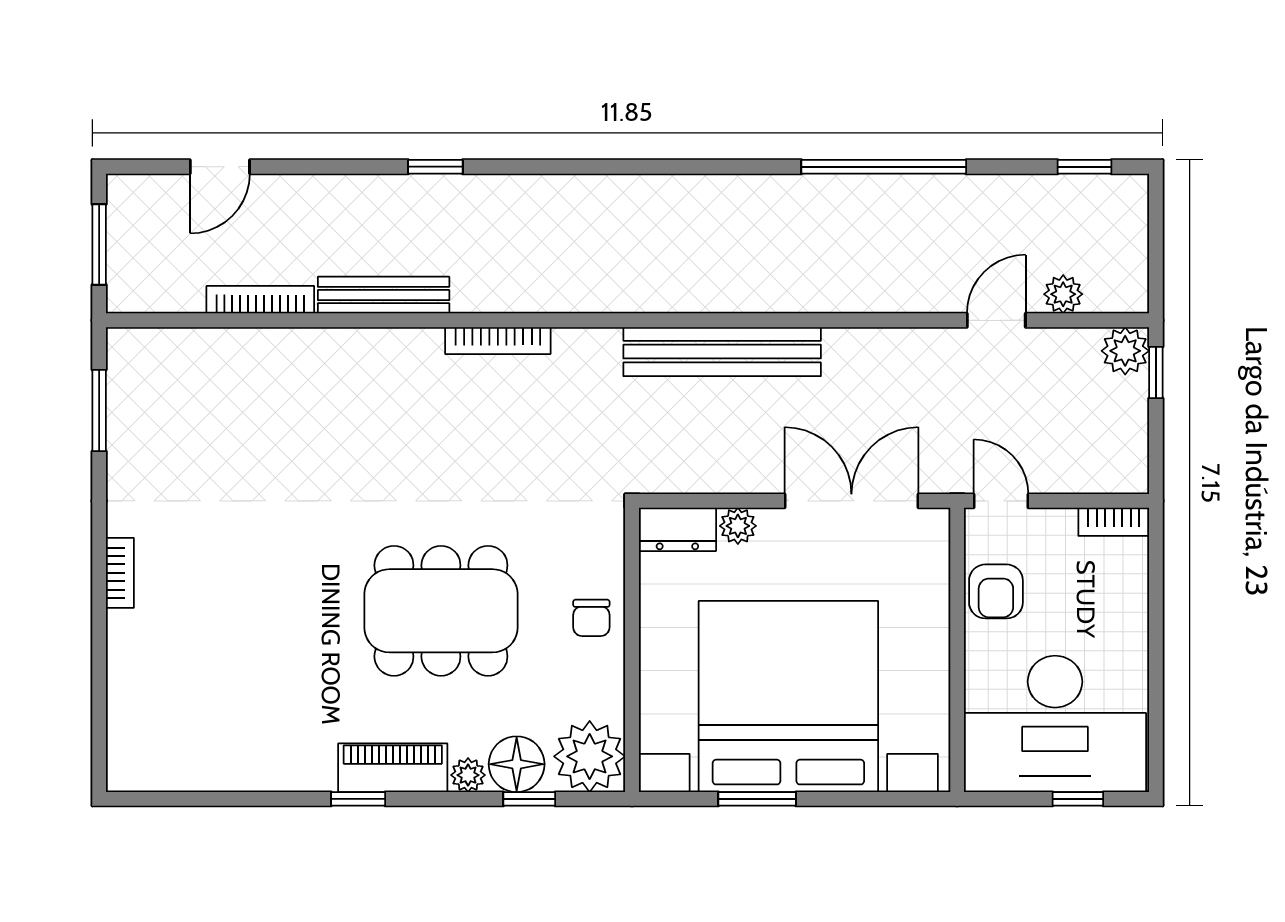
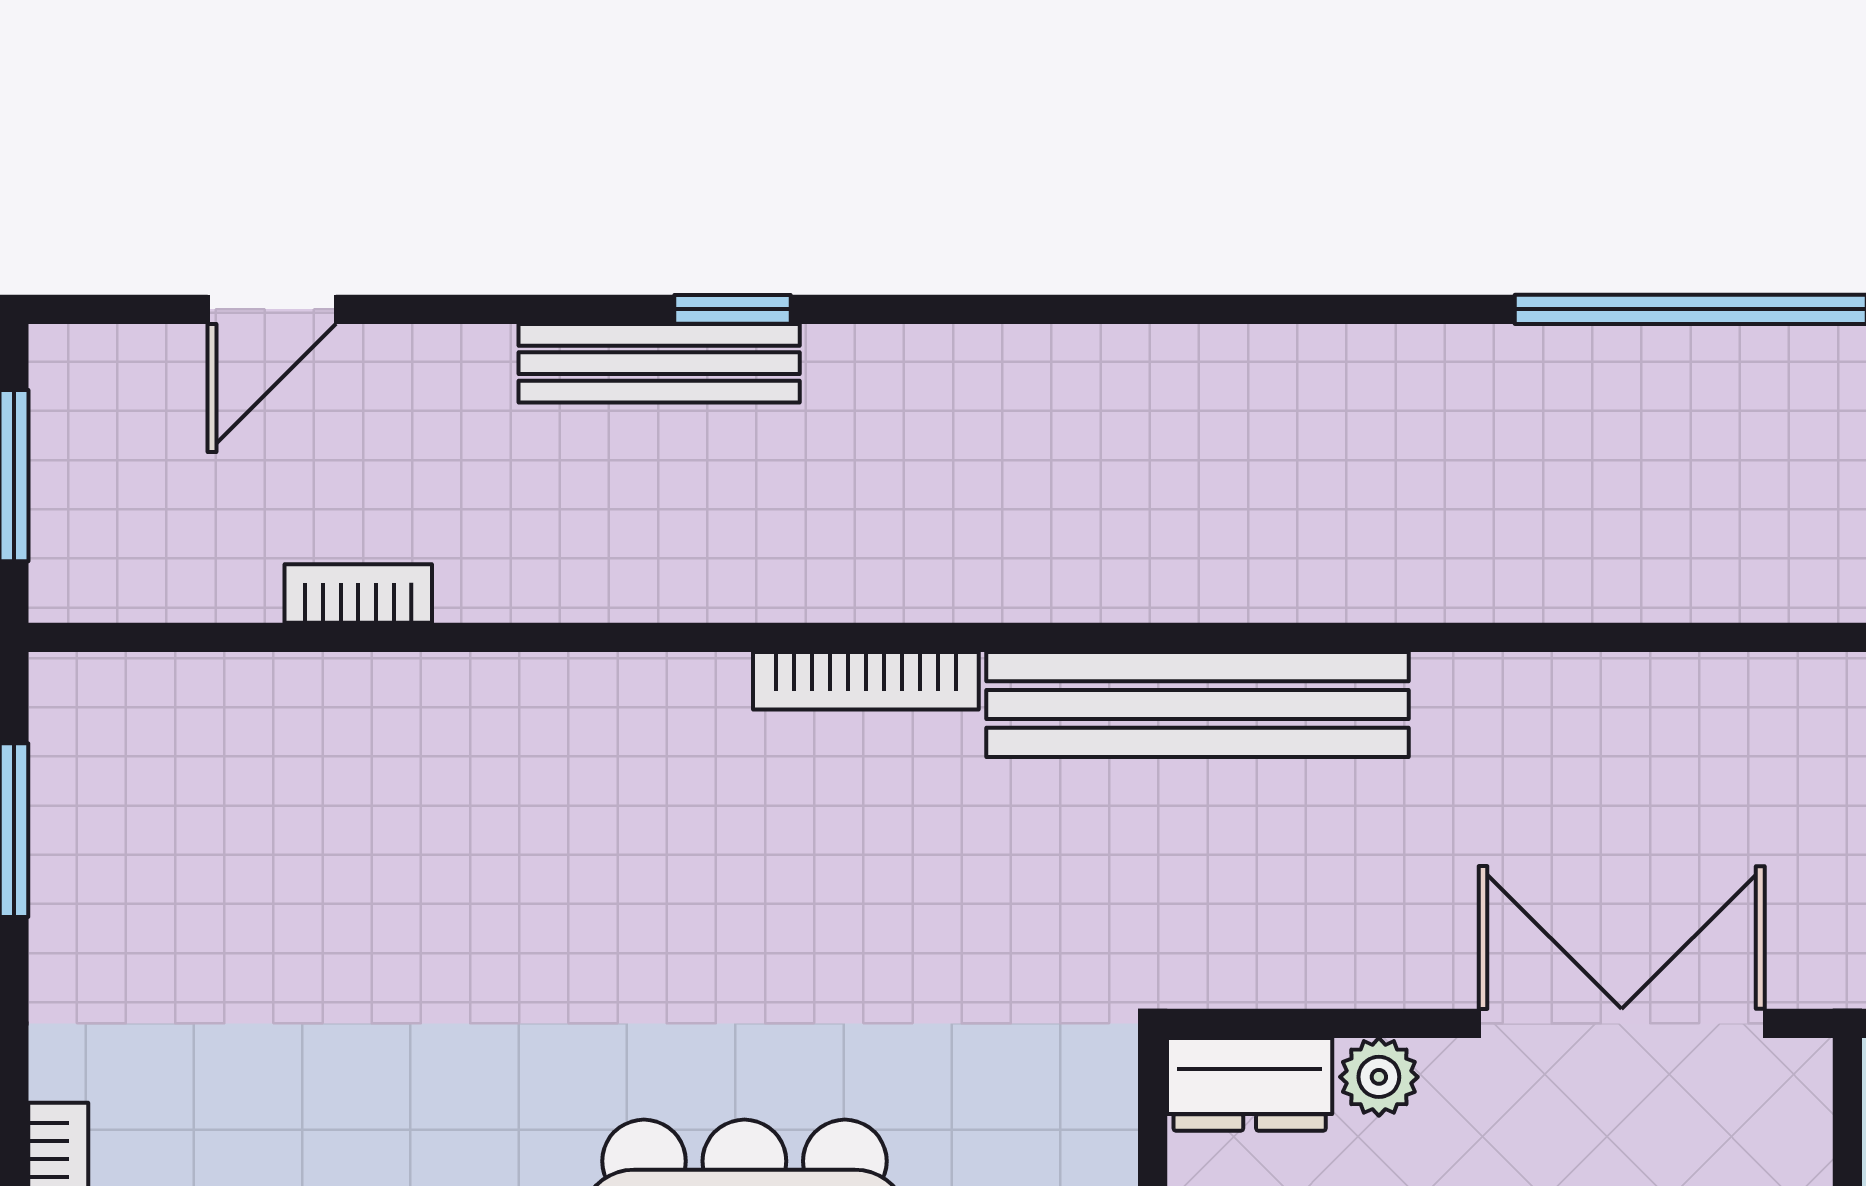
bench: (384, 295) -> (659, 363), moved
bookcase: (260, 300) -> (358, 594), width x0.64
bench: (722, 352) -> (1197, 704), moved

